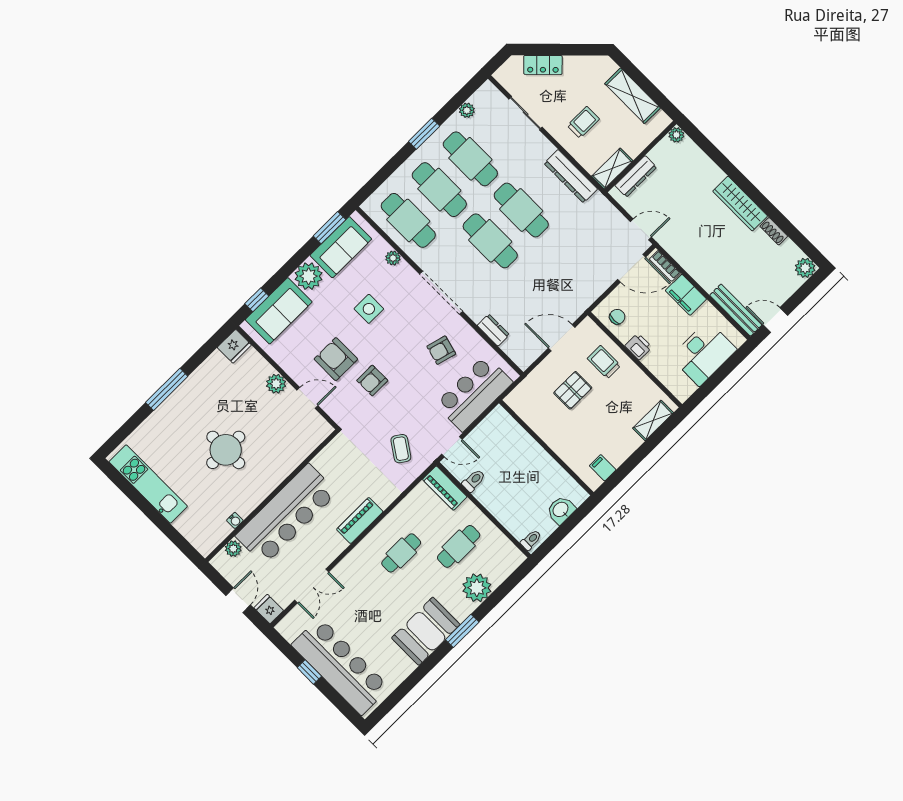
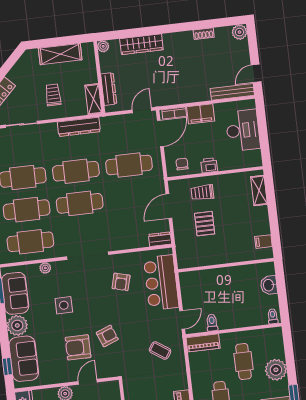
wardrobe: (740, 204) -> (141, 44), moved
cafe table: (572, 261) -> (129, 165), added
dresser: (493, 330) -> (160, 239), moved
armchair: (372, 381) -> (107, 336), turned -111

